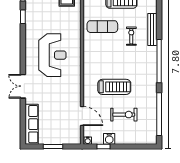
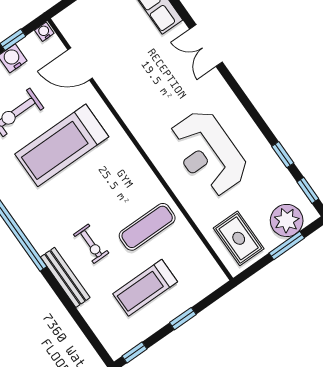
reception desk: (52, 55) -> (208, 153), moved
double door: (23, 86) -> (206, 46), swing flipped
treadmill: (114, 87) -> (62, 145), width x1.37, depth x1.38

